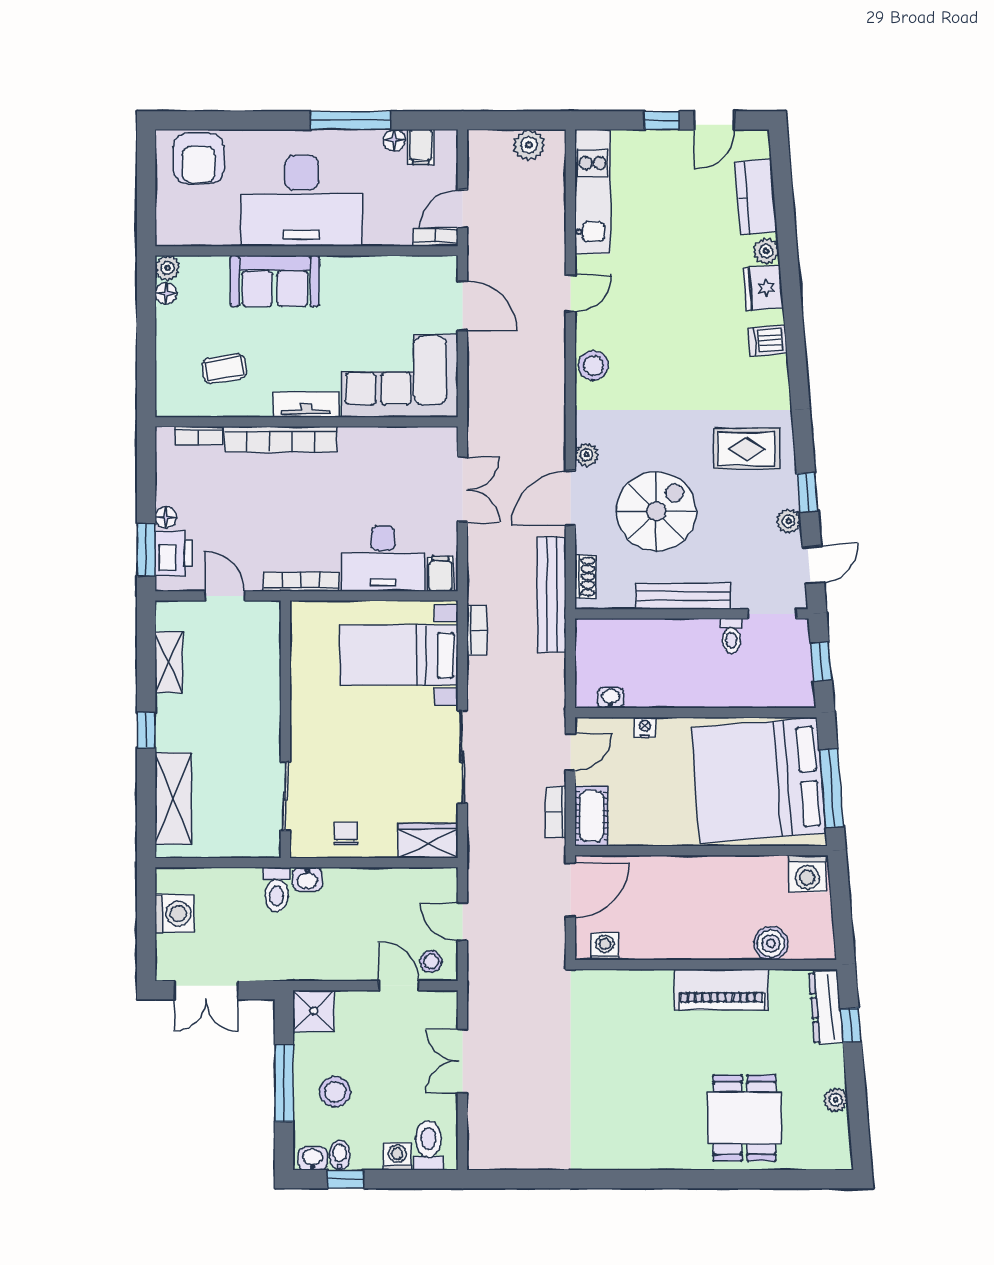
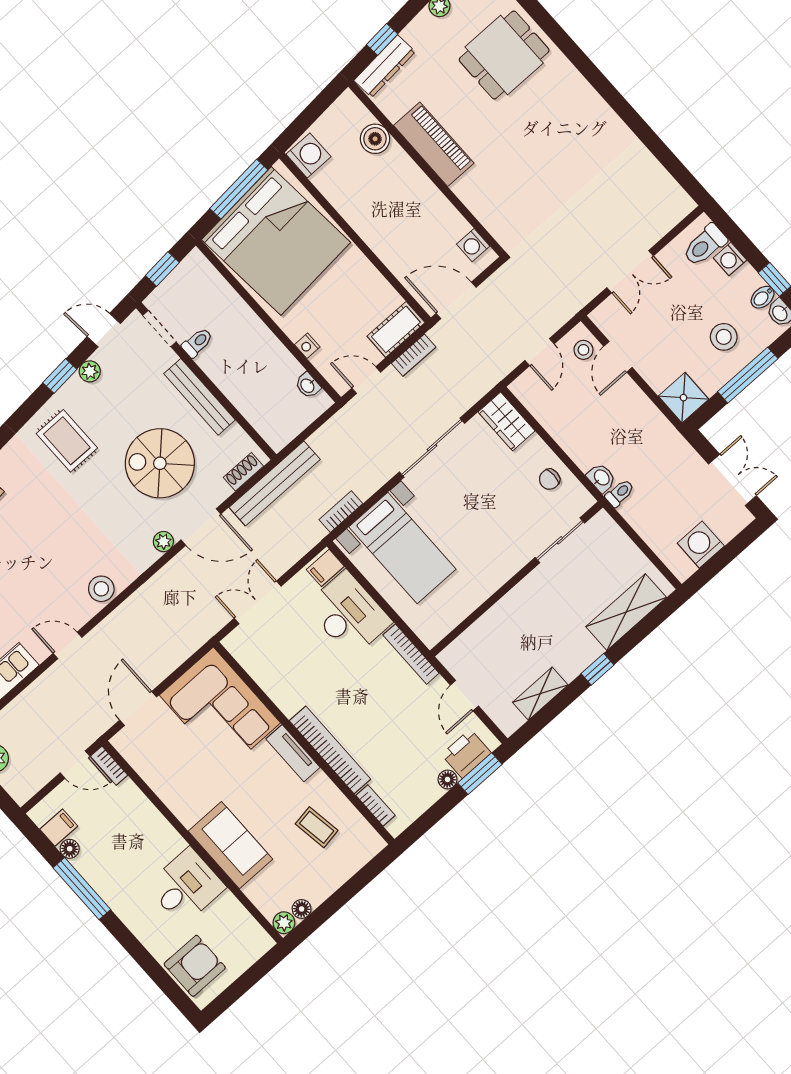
desk: (302, 201) -> (186, 886), width x0.53, depth x0.77
toilet: (277, 890) -> (620, 493), width x0.73, depth x0.72

